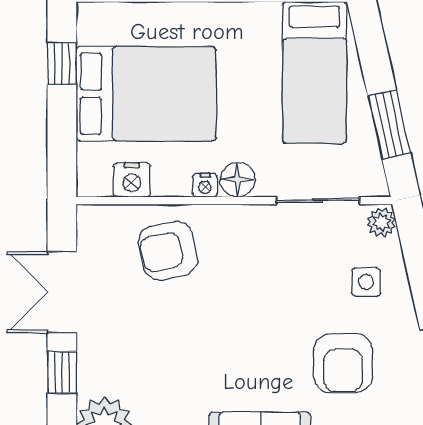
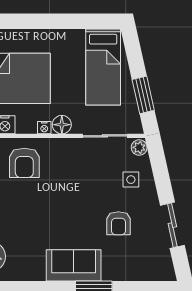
armchair: (168, 251) -> (24, 163), turned -79
armchair: (343, 363) -> (118, 223), width x0.72, depth x0.72

